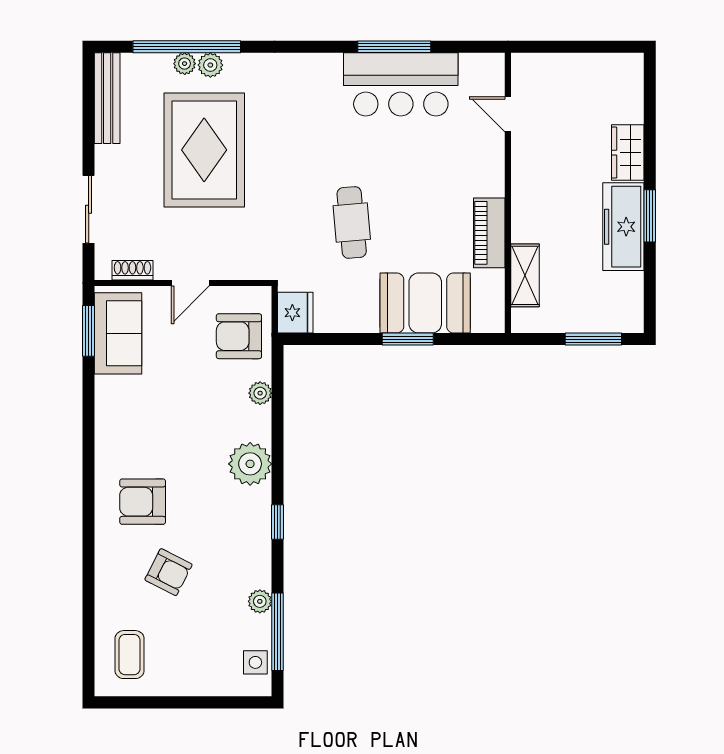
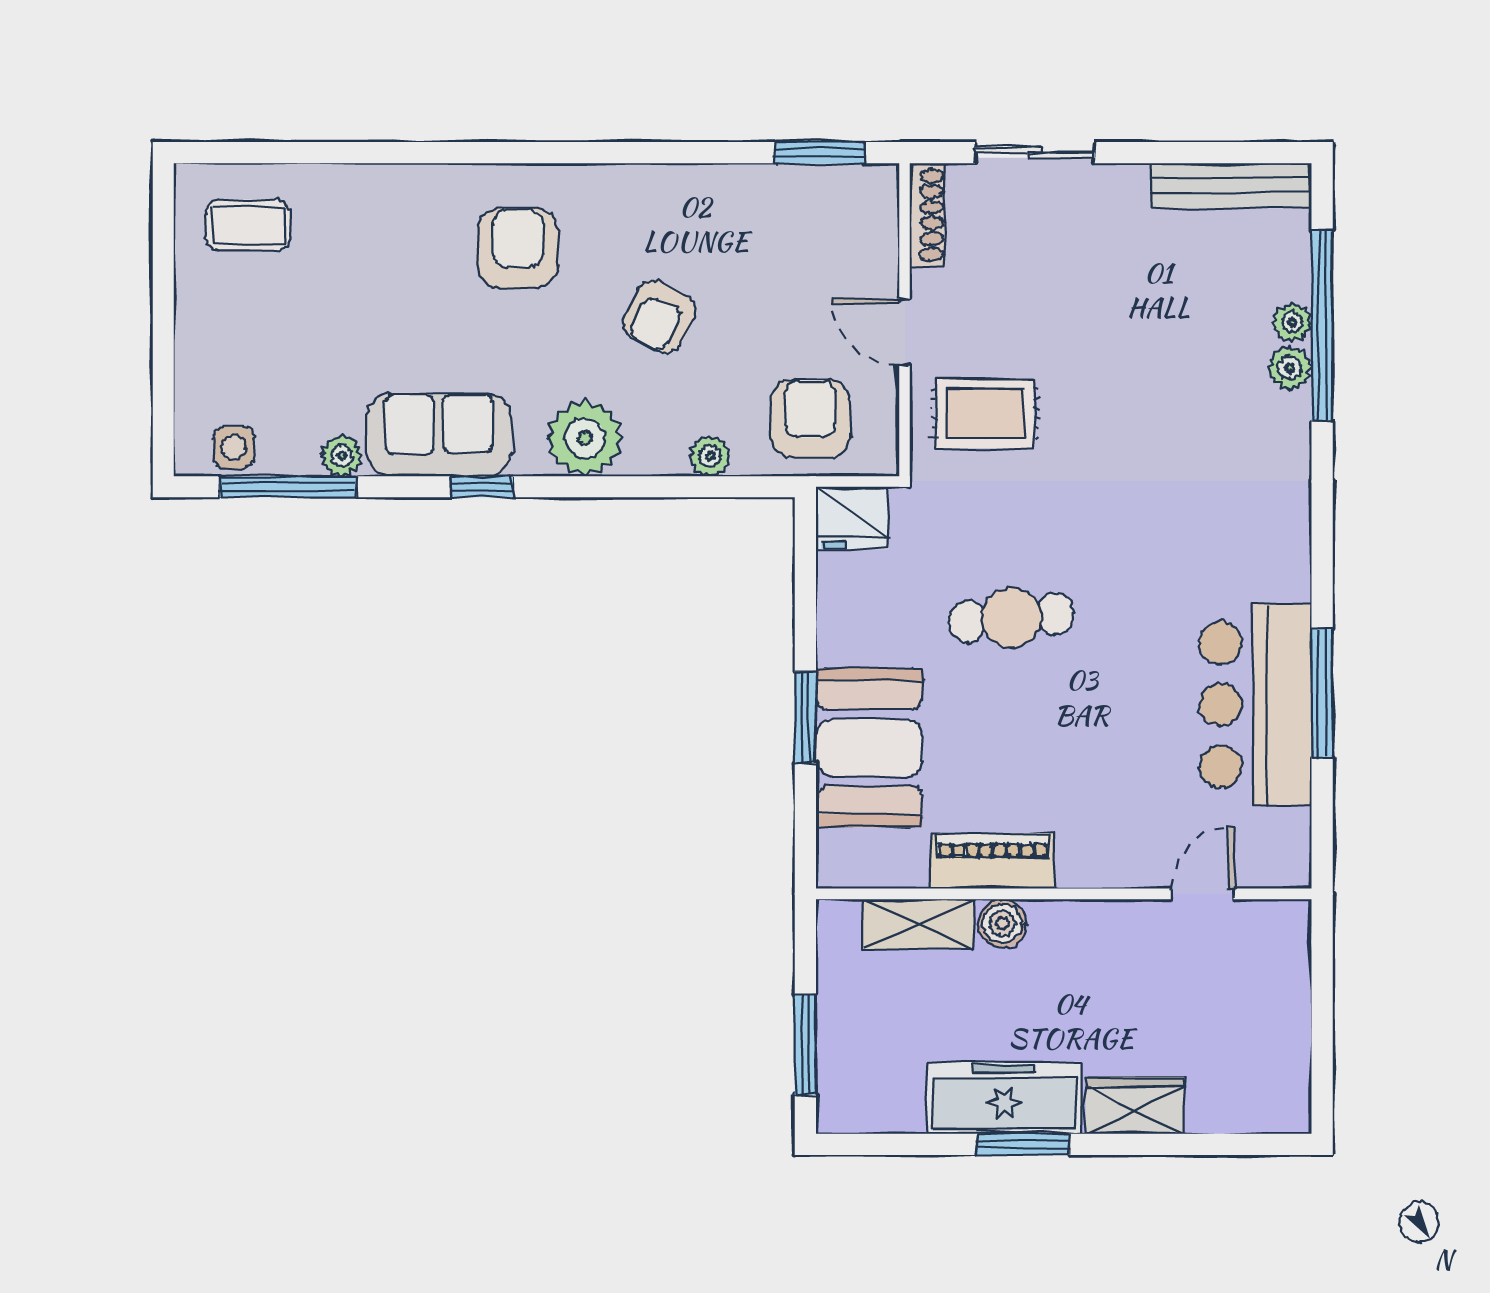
rug: (204, 150) -> (985, 413), moved, width x0.54, depth x0.49
boiler: (525, 228) -> (1002, 924), added
shoe rack: (132, 270) -> (927, 215), width x1.43
sofa: (118, 333) -> (439, 435), moved, turned 180
armchair: (169, 572) -> (659, 317), moved

